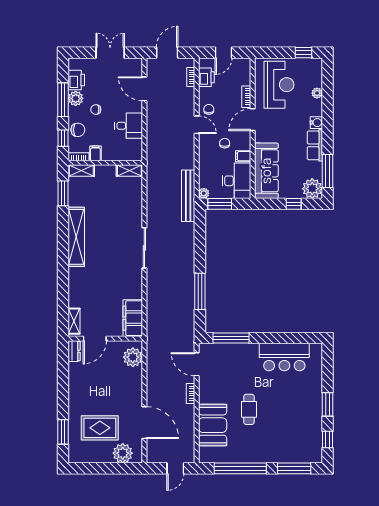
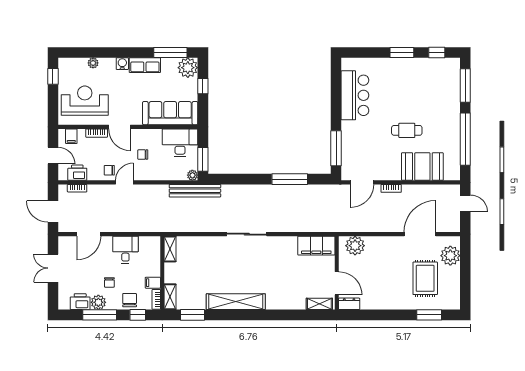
filing cabinet: (243, 156) -> (71, 136), moved

